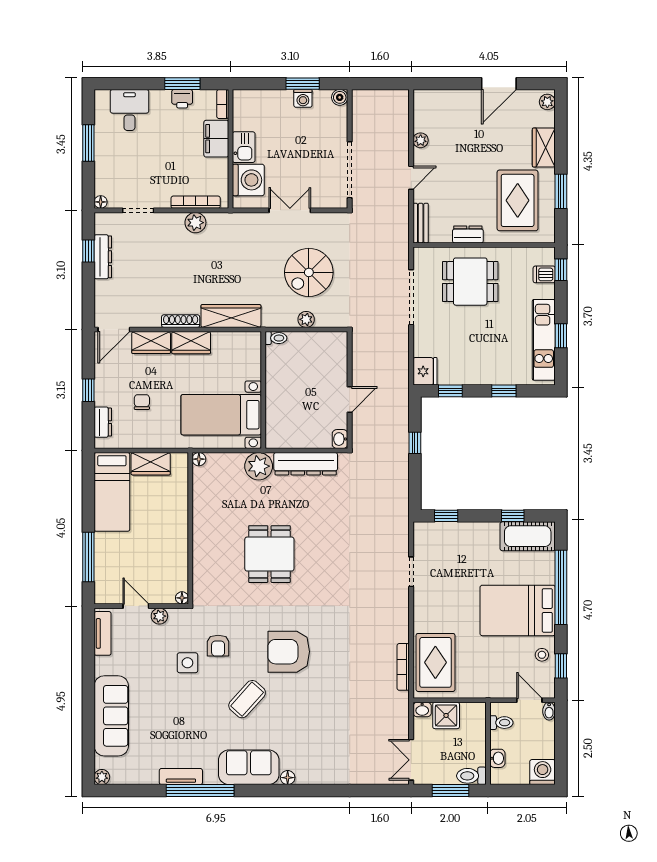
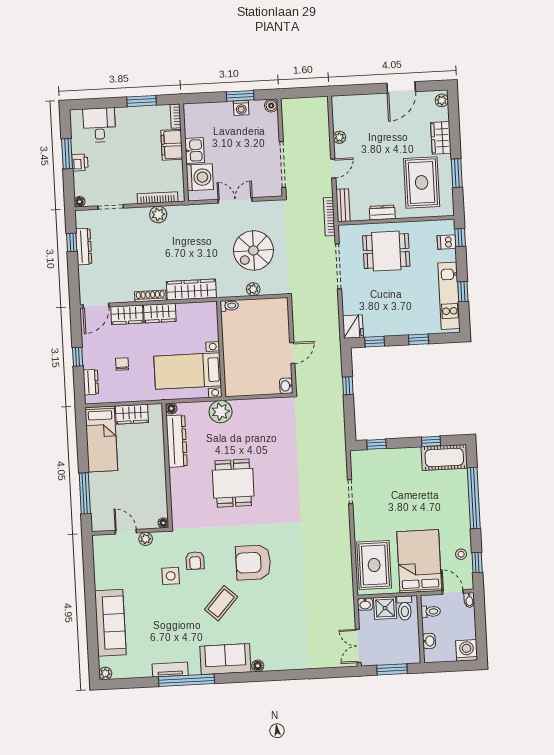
printer: (182, 99) -> (80, 163), moved, turned -90
dresser: (306, 464) -> (177, 441), moved, turned -90
bed: (518, 610) -> (419, 561), moved, turned 90
tv unit: (103, 633) -> (100, 556), removed
bookcase: (403, 667) -> (329, 217), moved
toilet: (471, 776) -> (405, 608), moved, turned -90

